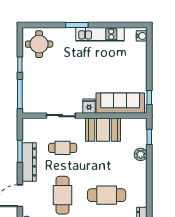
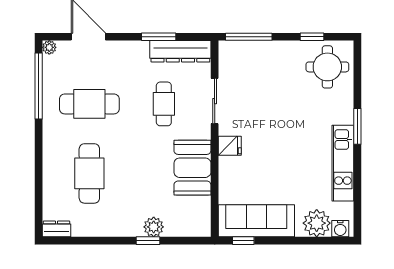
plant: (138, 51) -> (317, 223), added
window: (20, 65) -> (312, 37), moved
sofa: (120, 103) -> (256, 221), moved, turned -90
window: (149, 137) -> (148, 241), moved
dresser: (29, 162) -> (180, 51), moved

